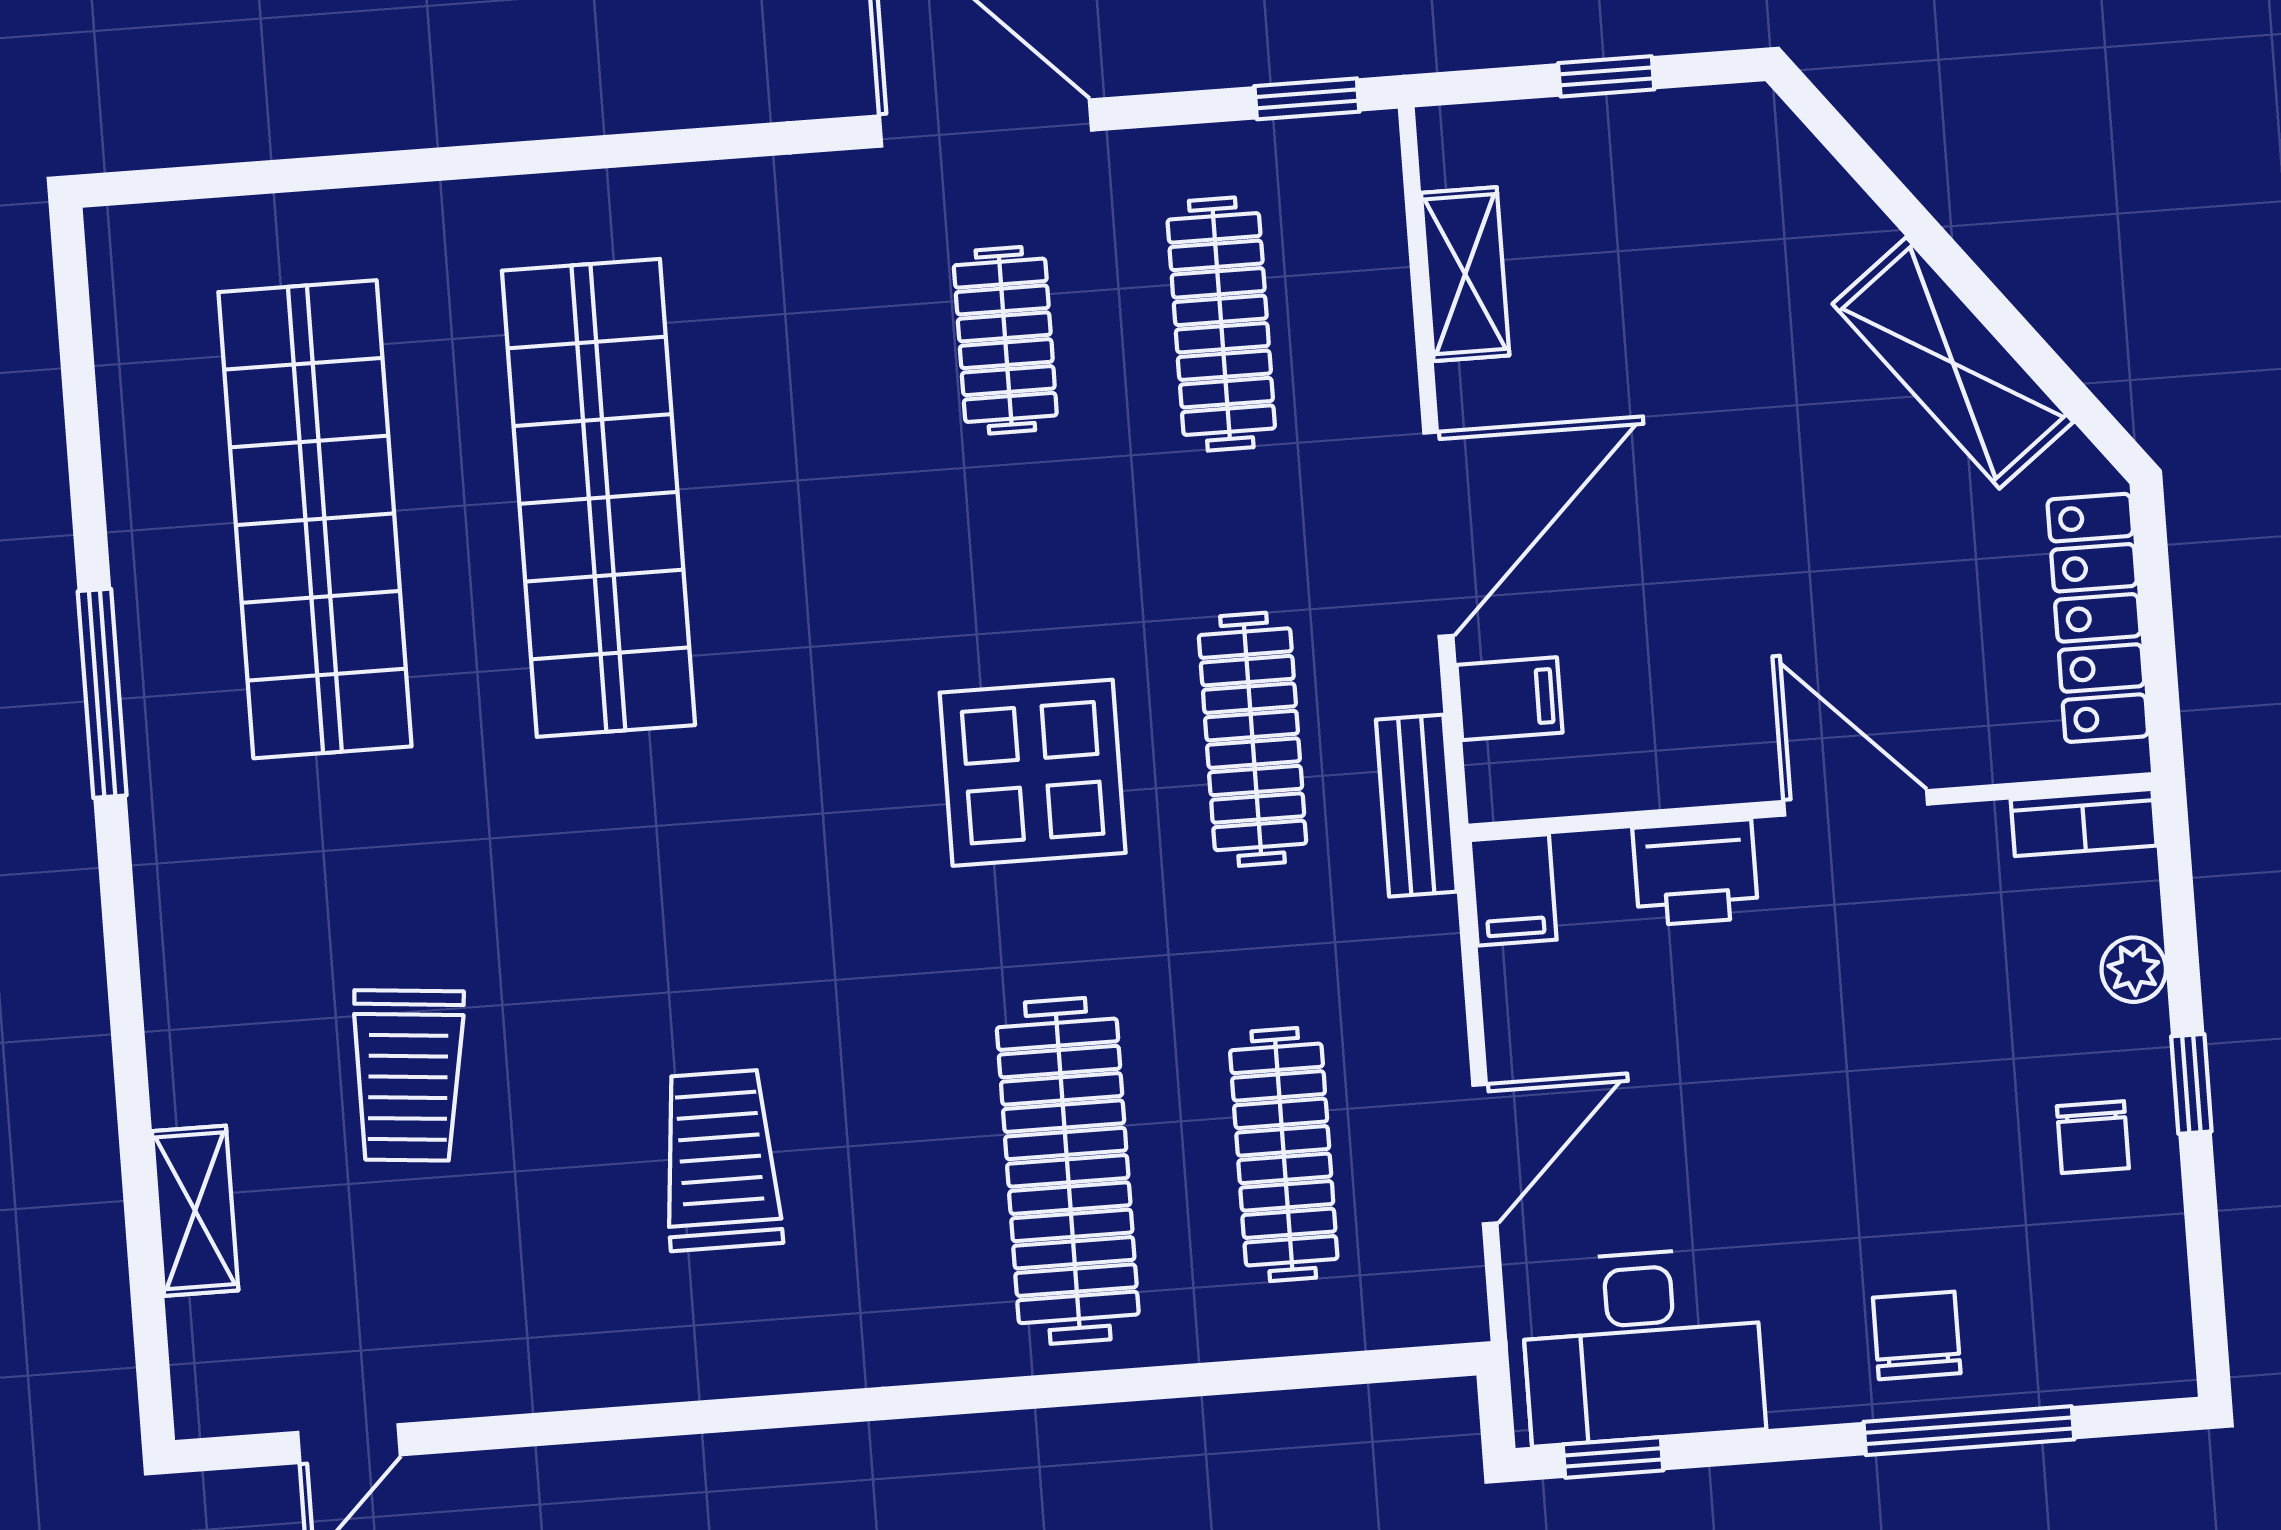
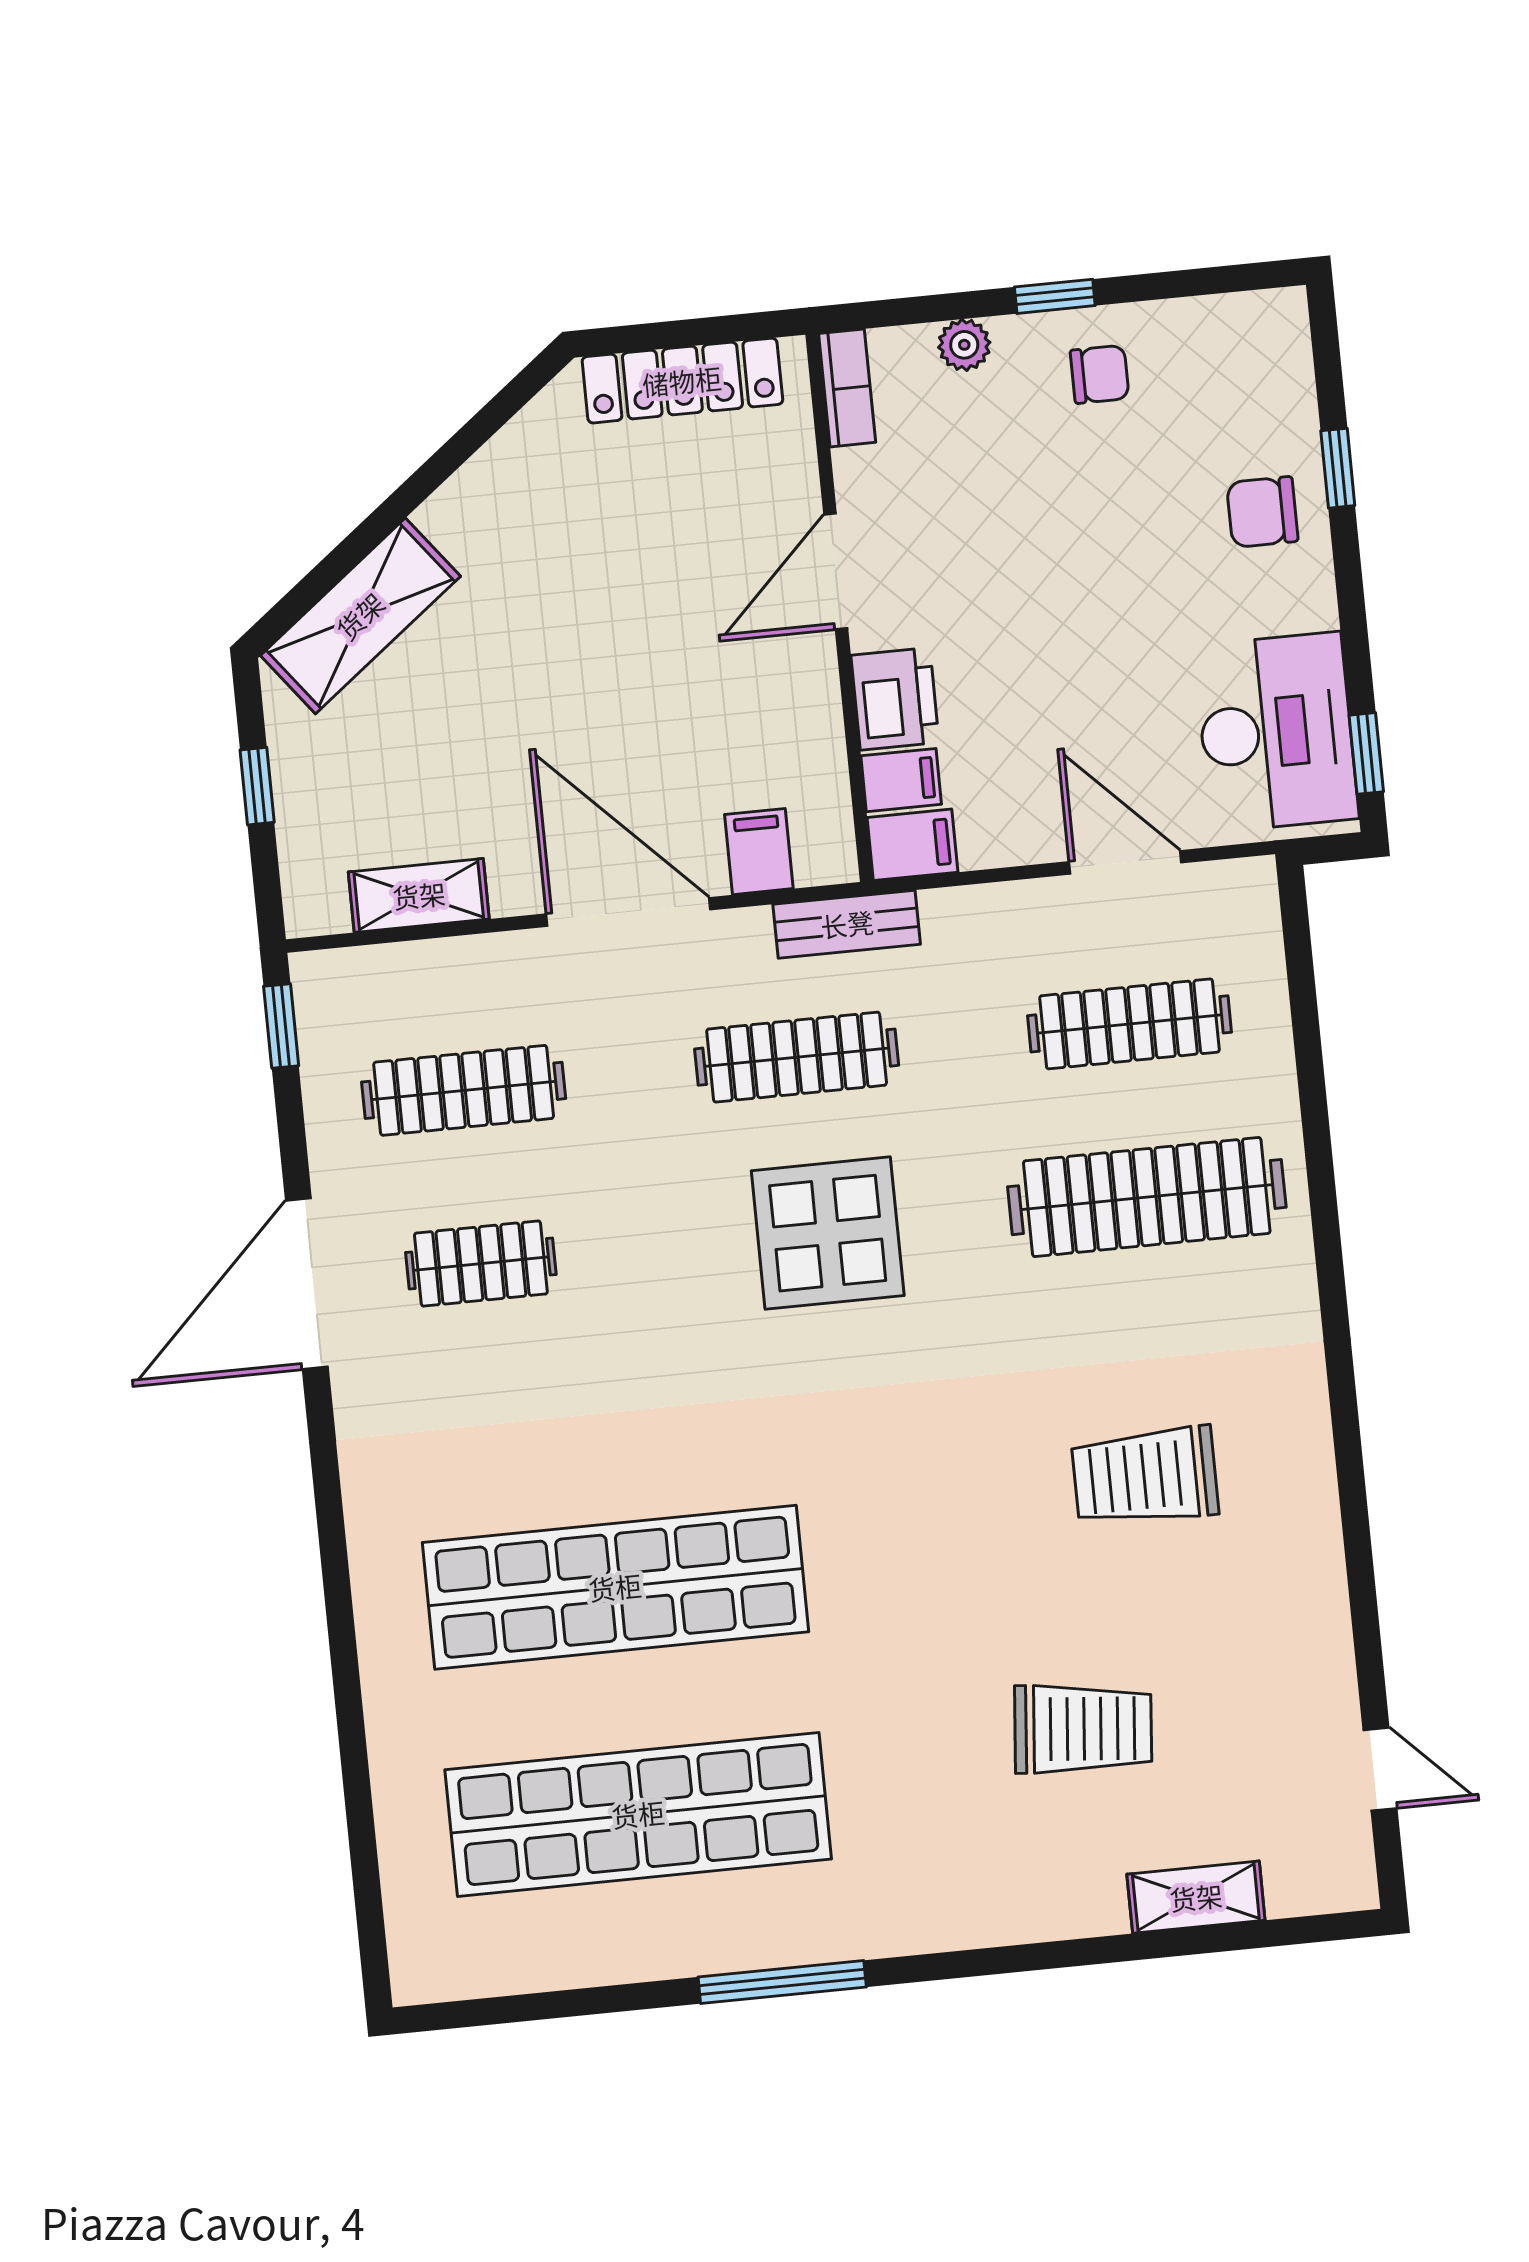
shelving: (1953, 363) -> (360, 616), moved
filing cabinet: (1594, 878) -> (901, 780), added
window: (1969, 1431) -> (1338, 468), width x0.46

